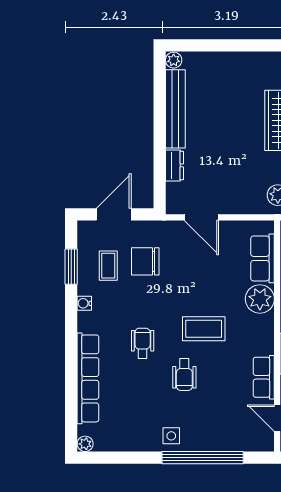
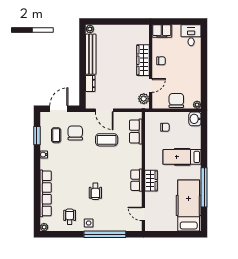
chair: (145, 261) -> (75, 133), turned 90
plant: (260, 299) -> (134, 152), removed
coffee table: (204, 329) -> (107, 140), moved
wheelchair: (143, 343) -> (70, 217), moved
row of seats: (264, 377) -> (136, 180), moved

